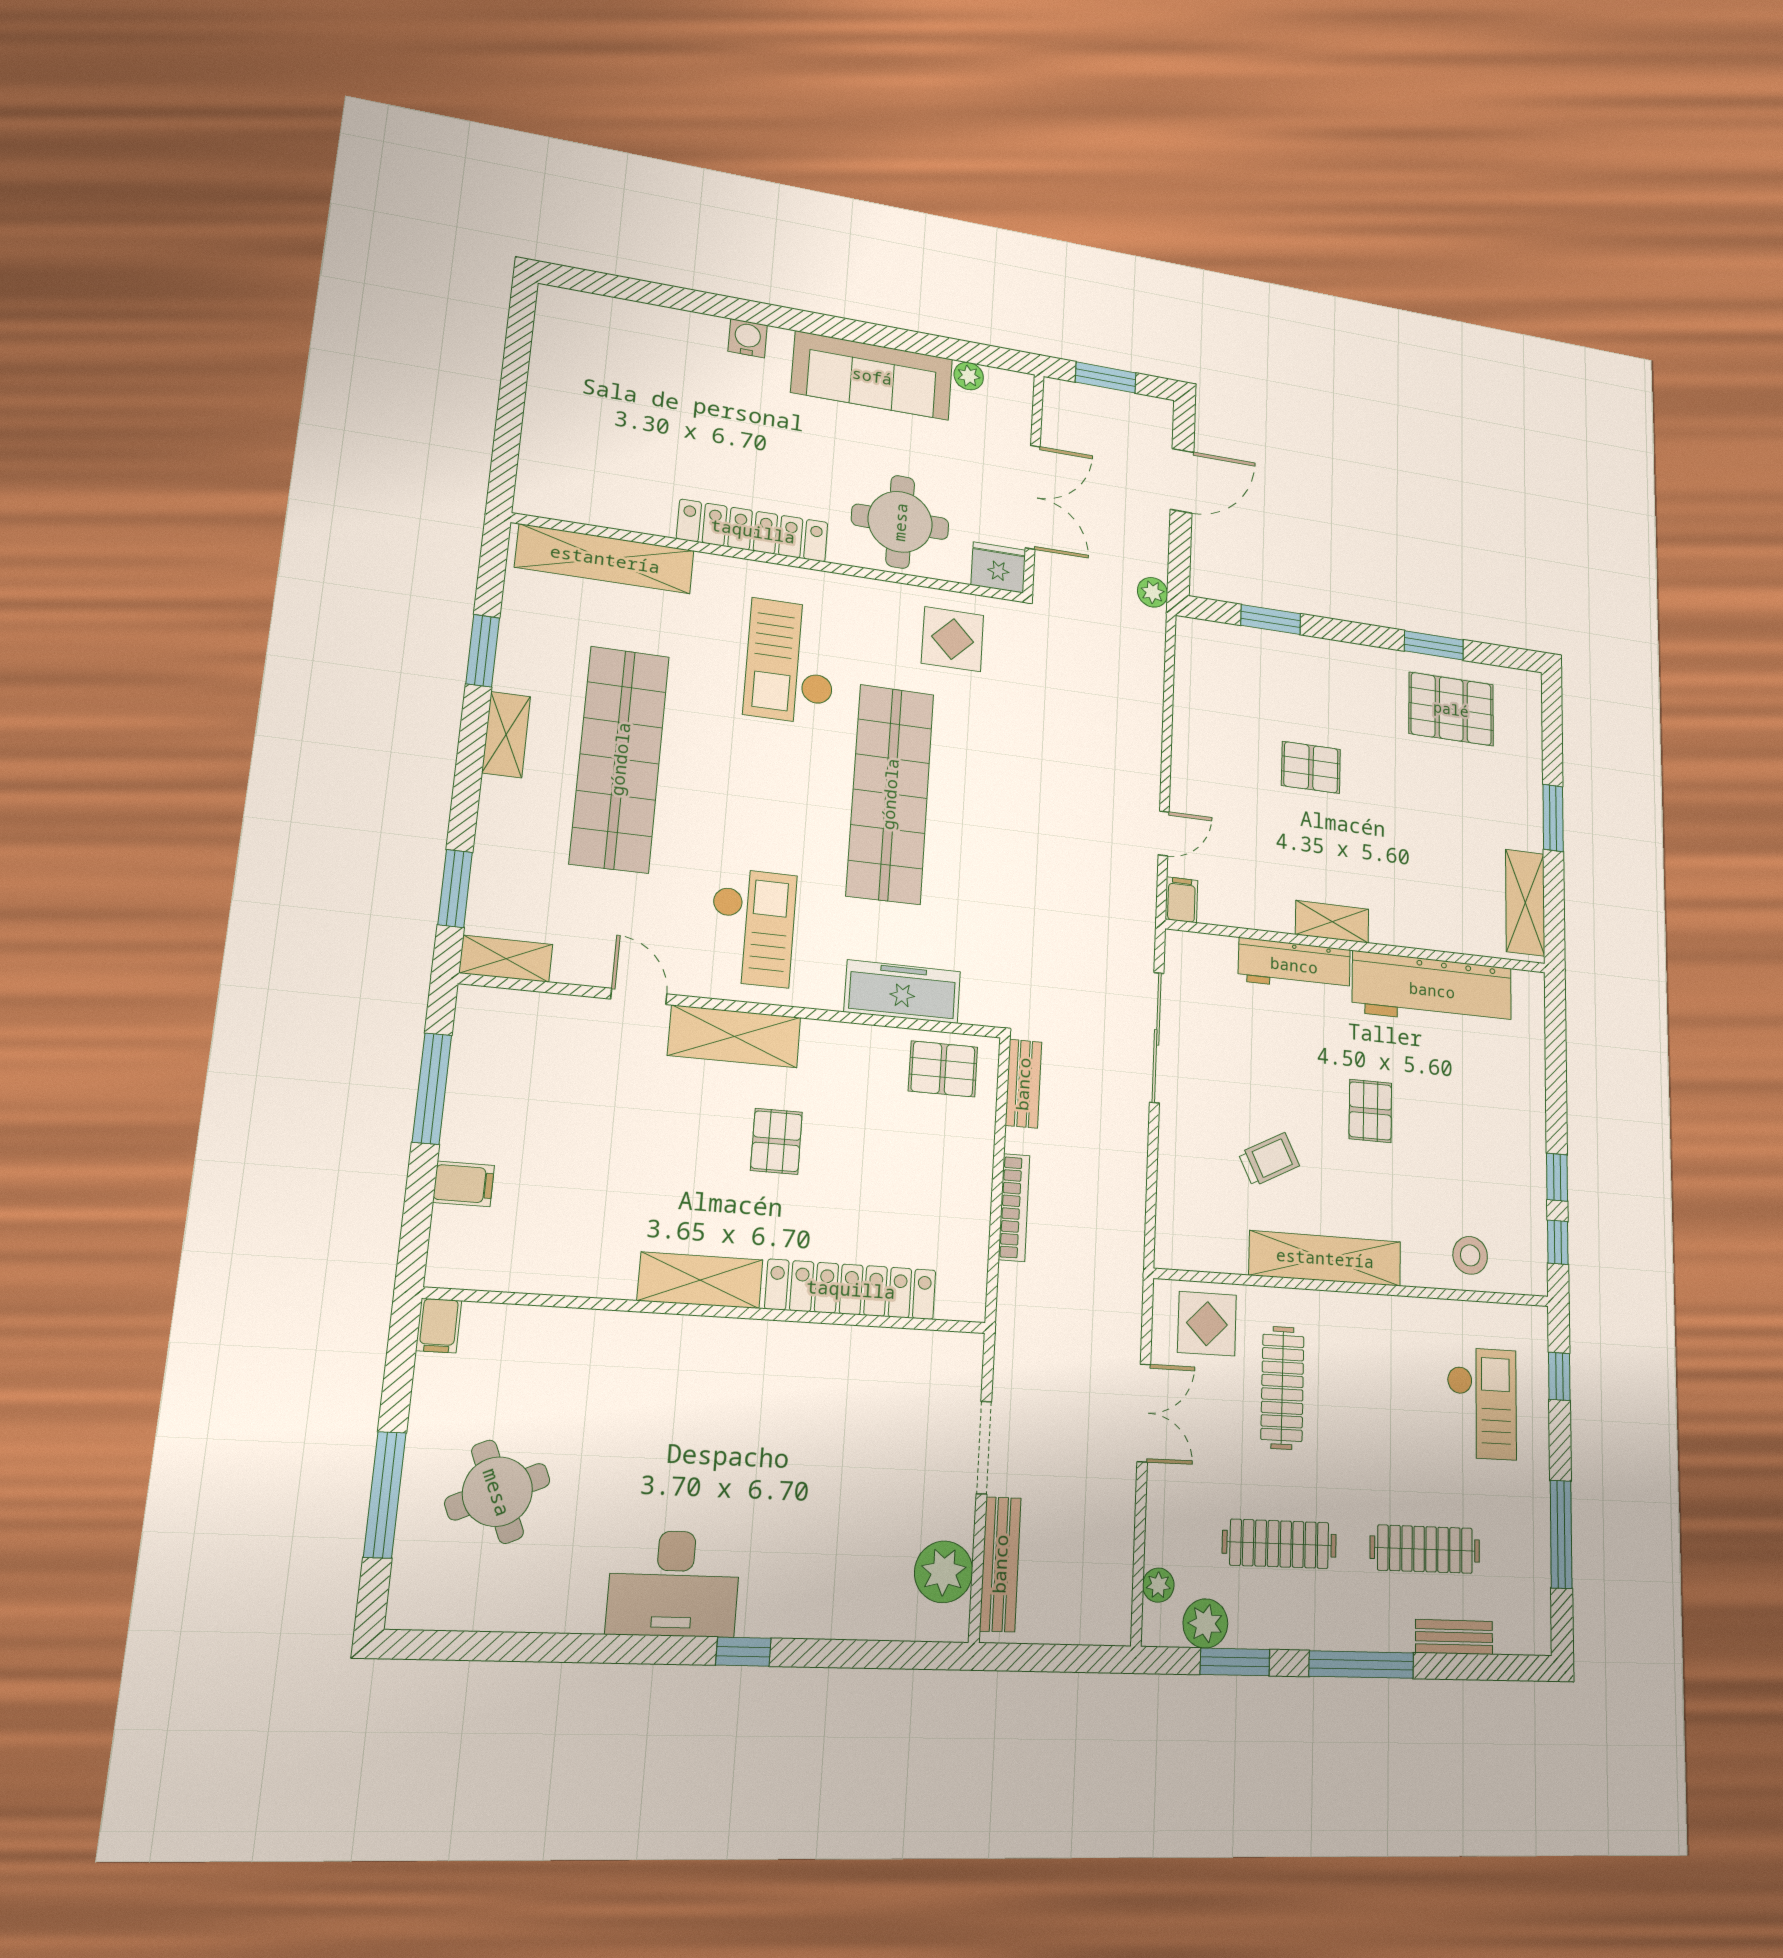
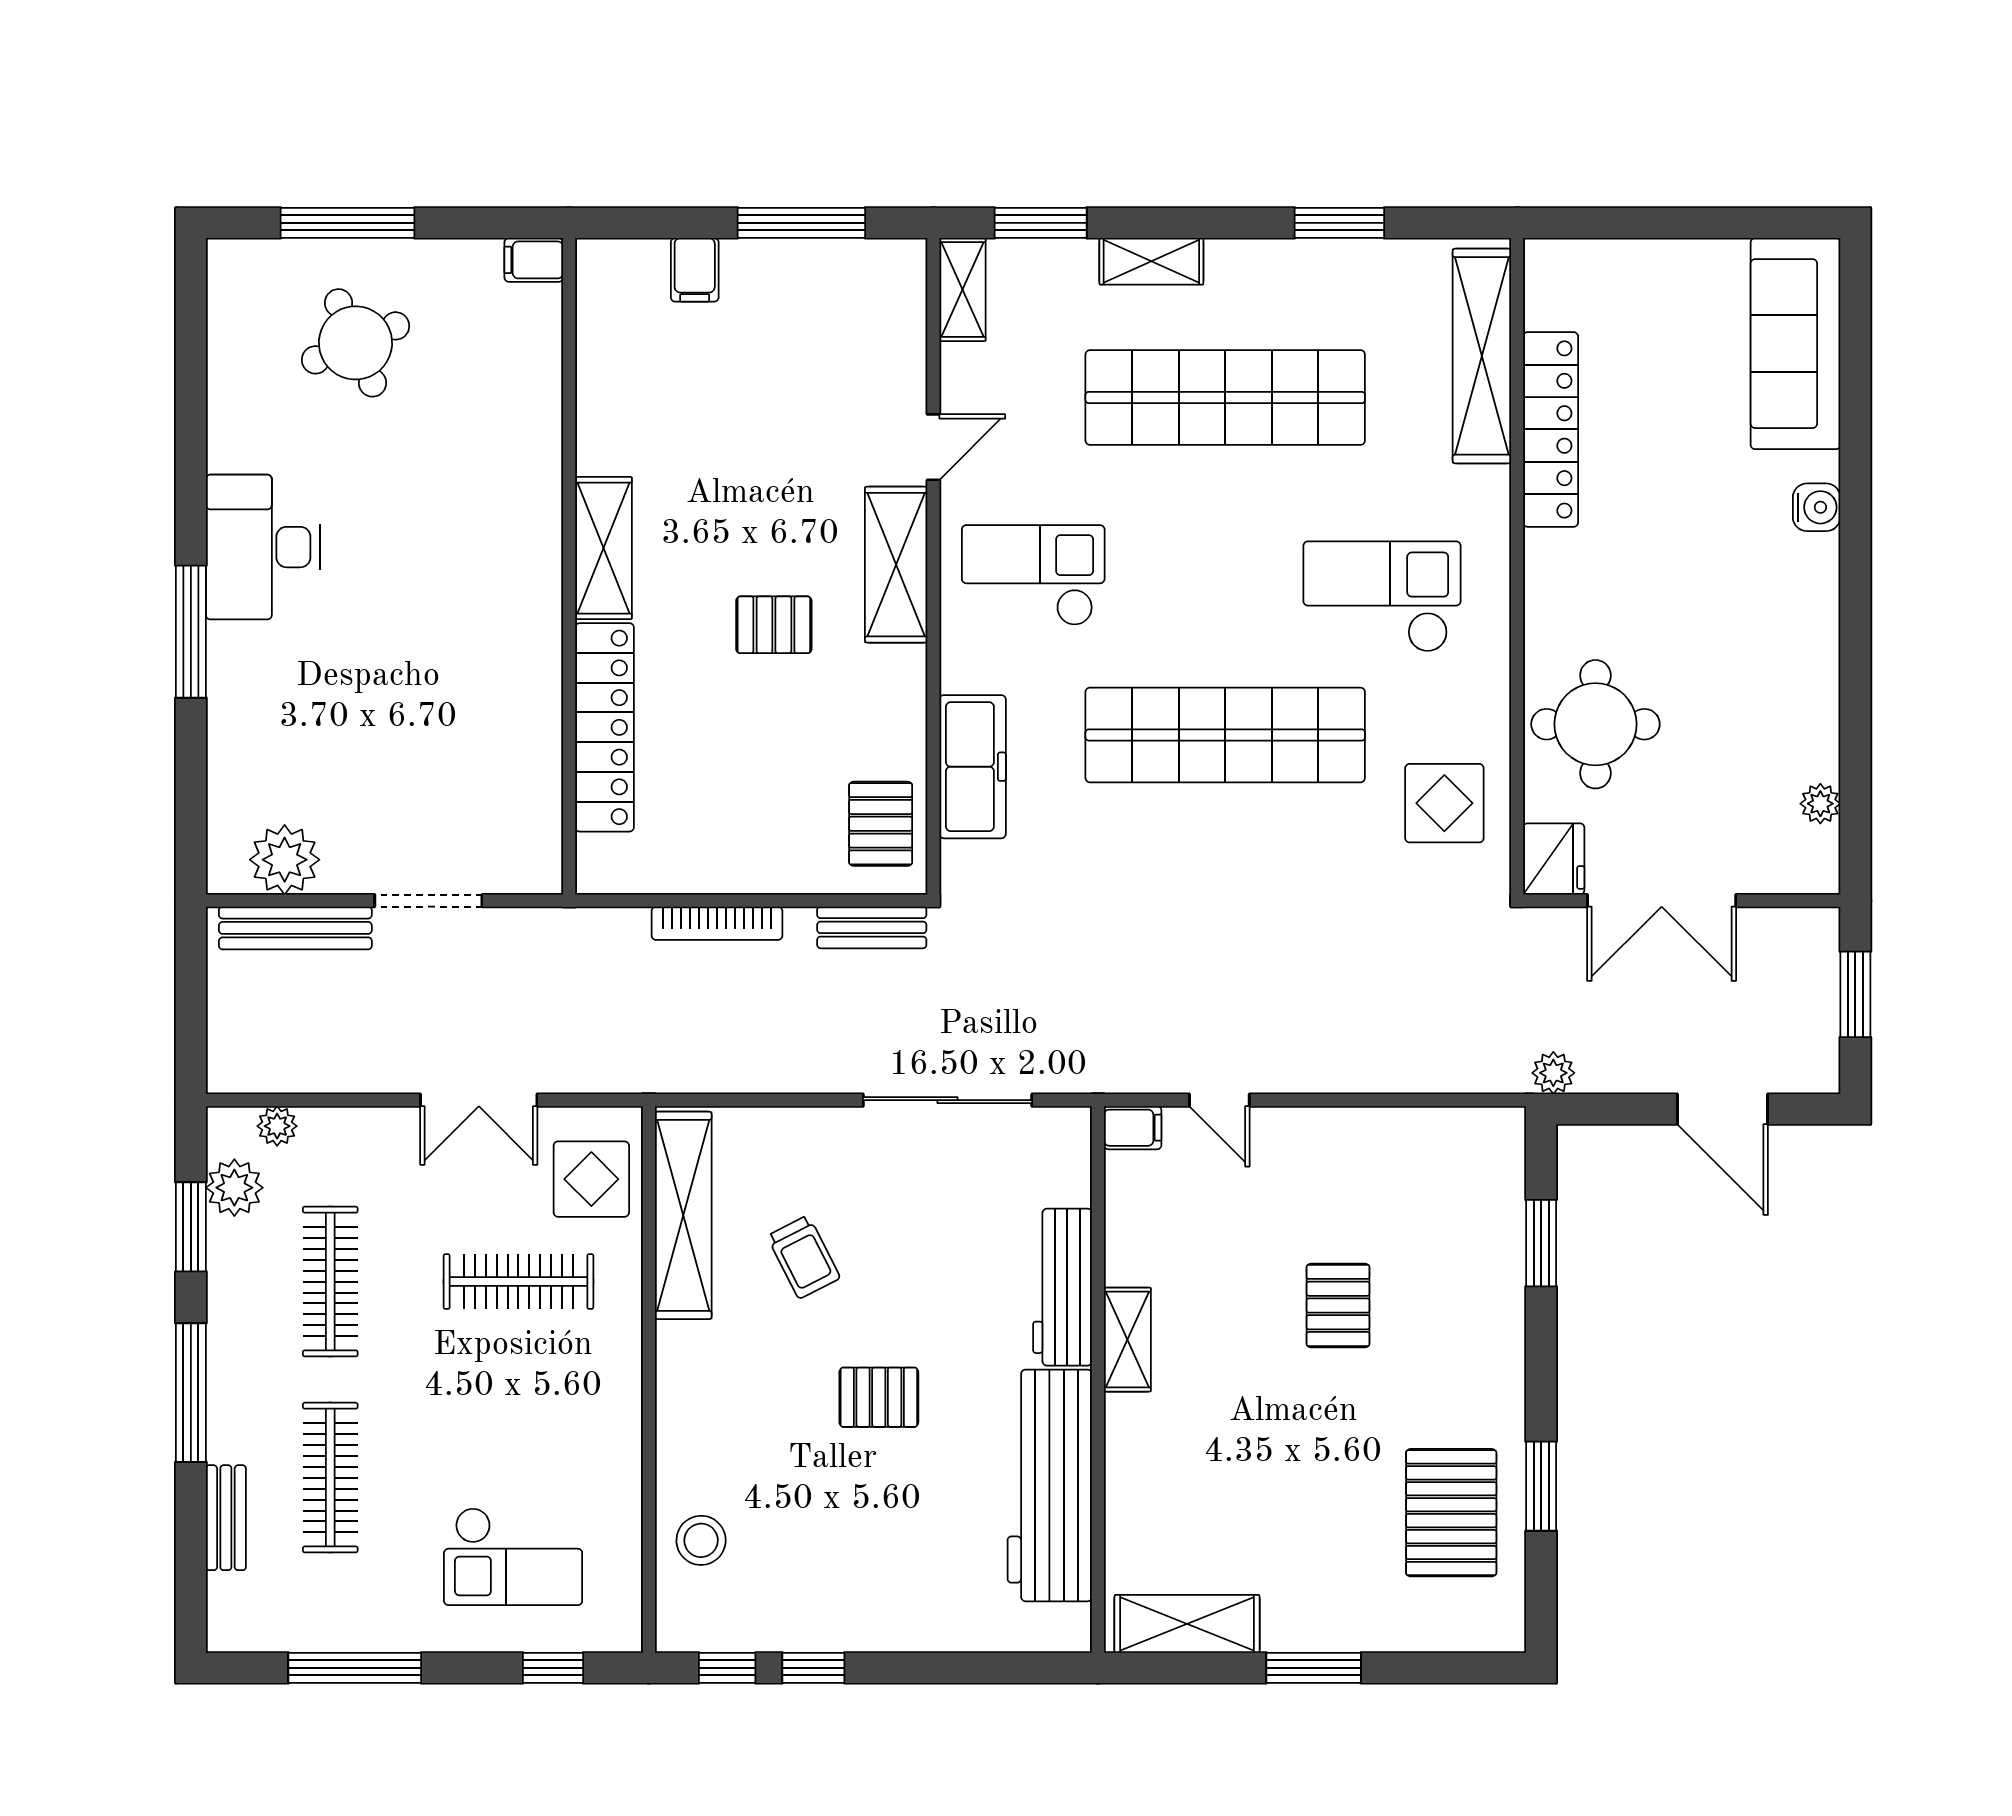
sofa: (872, 376) -> (1796, 344), moved
locker: (753, 531) -> (1551, 429), moved
shelving: (506, 735) -> (1151, 261), moved
checkout: (752, 927) -> (1033, 575), turned 180
shelving: (1325, 1258) -> (683, 1215), moved
window: (743, 1652) -> (191, 632), width x2.17

